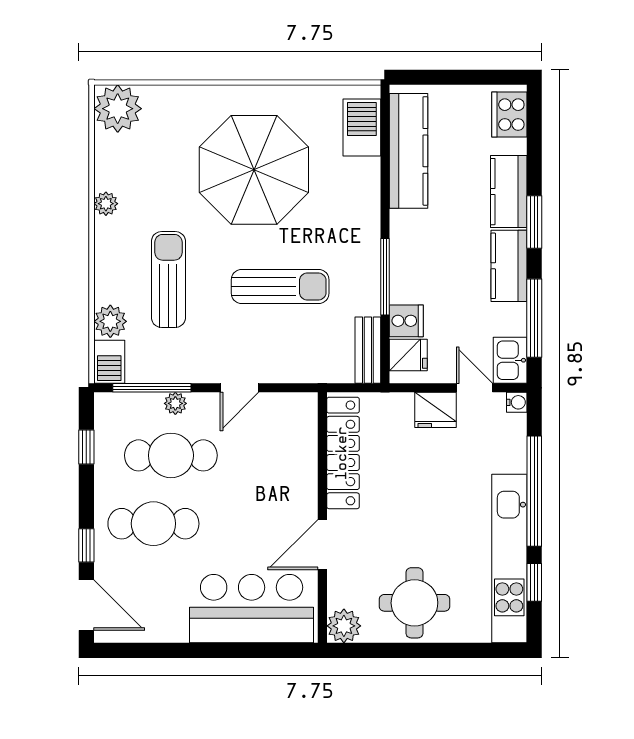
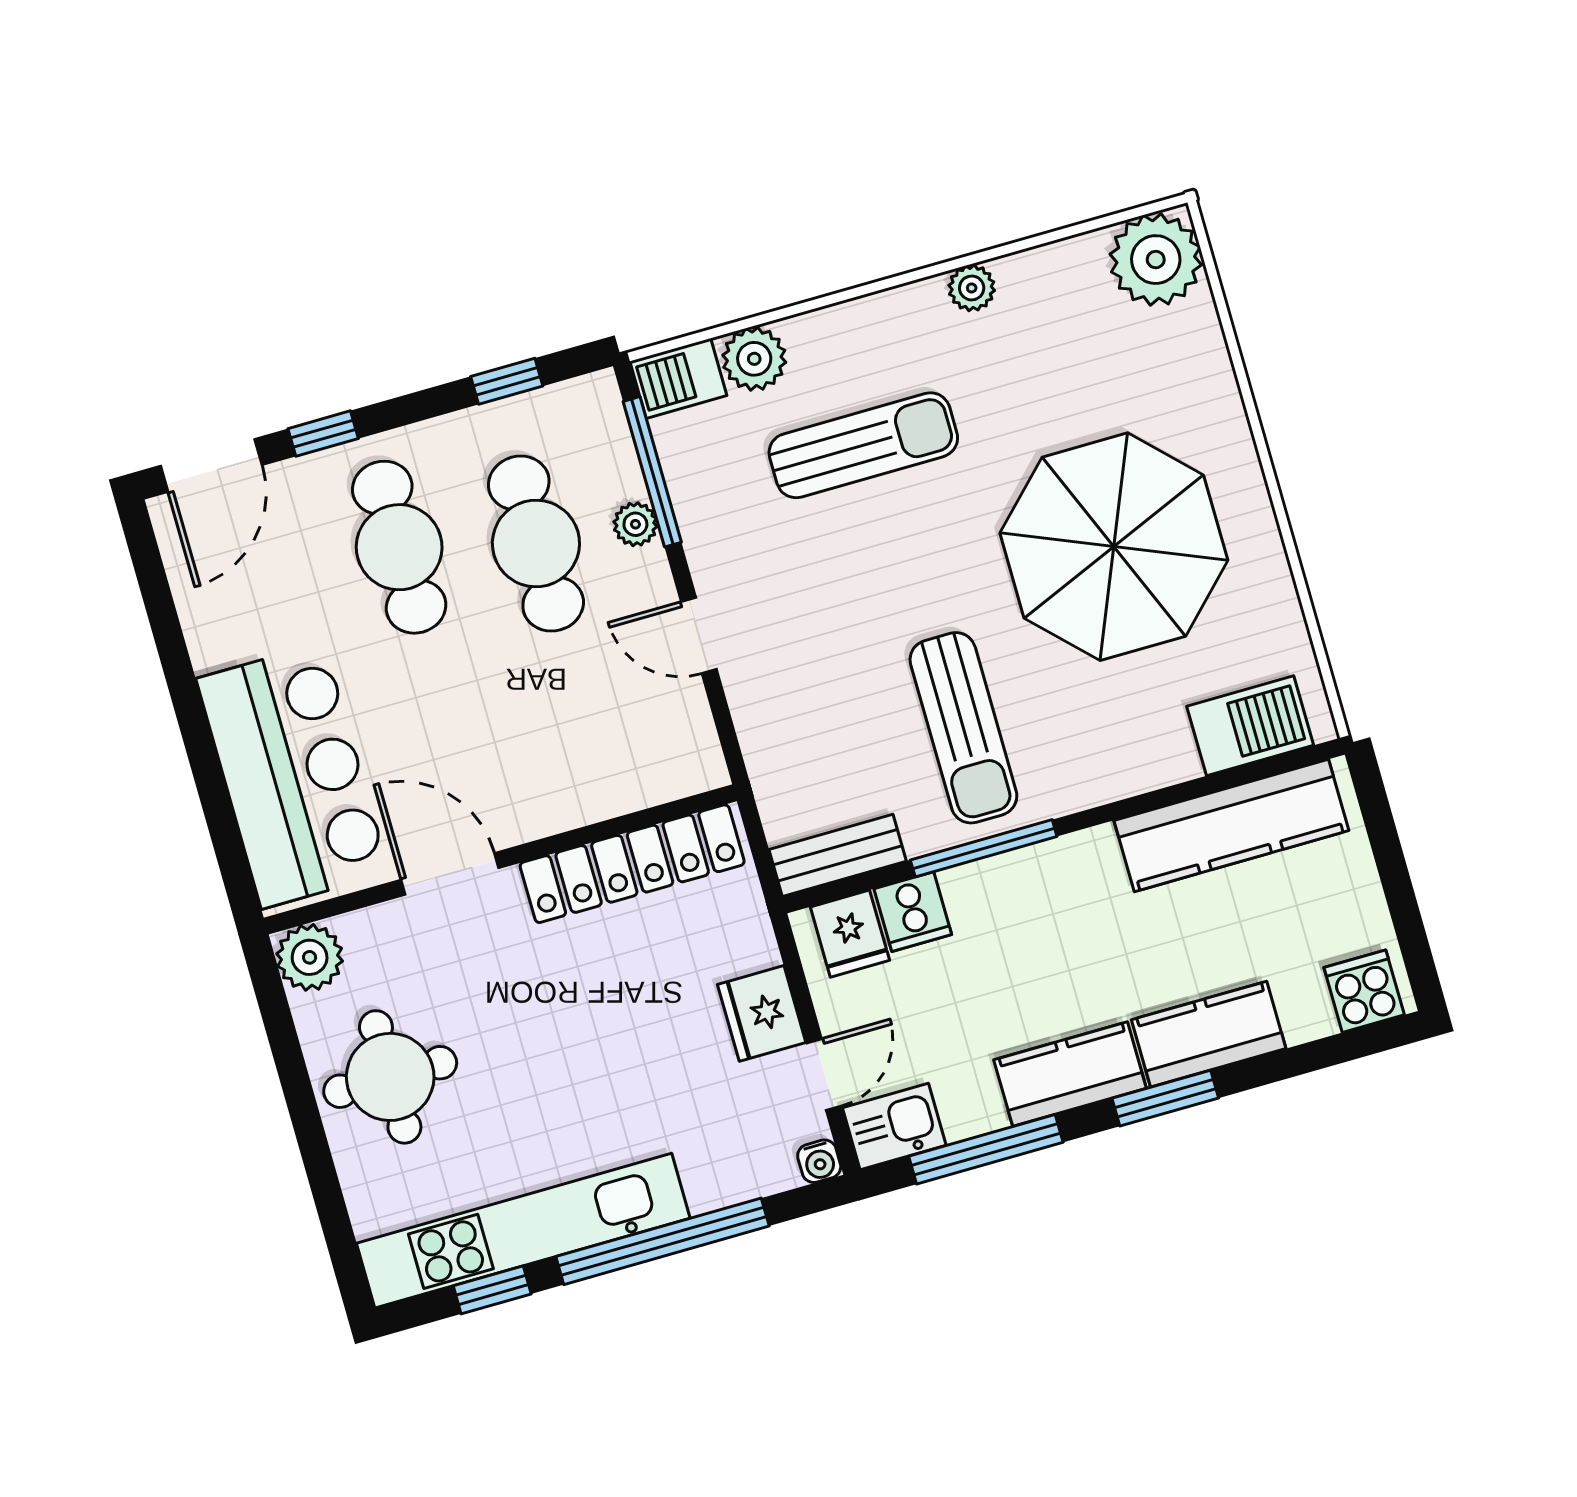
cooker: (509, 115) -> (1364, 991), width x0.73
sun lounger: (280, 286) -> (963, 728), moved

